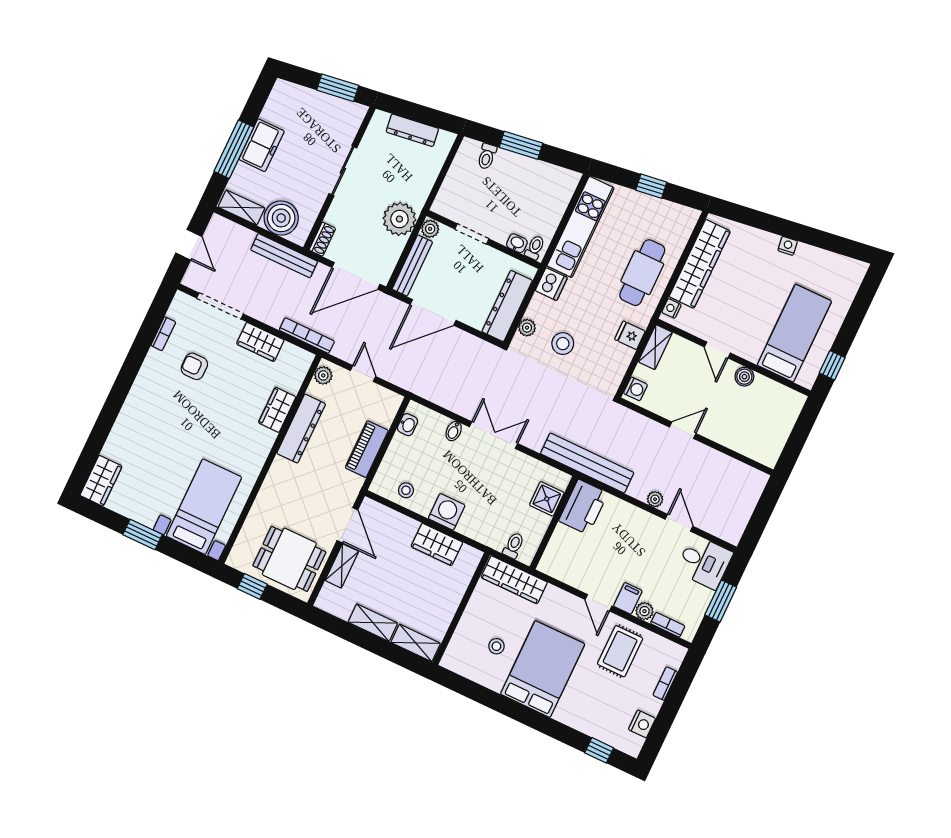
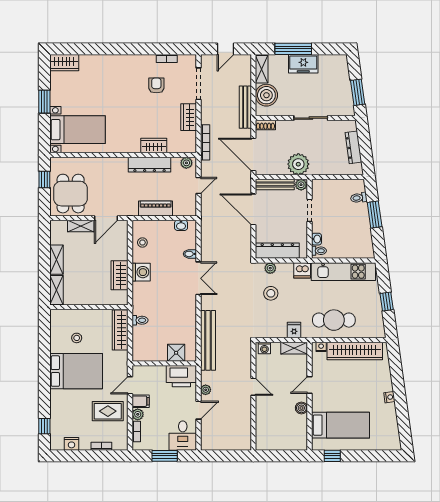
shower: (547, 499) -> (176, 353), moved
printer: (583, 507) -> (181, 376), moved
wall: (554, 523) -> (164, 363), moved

